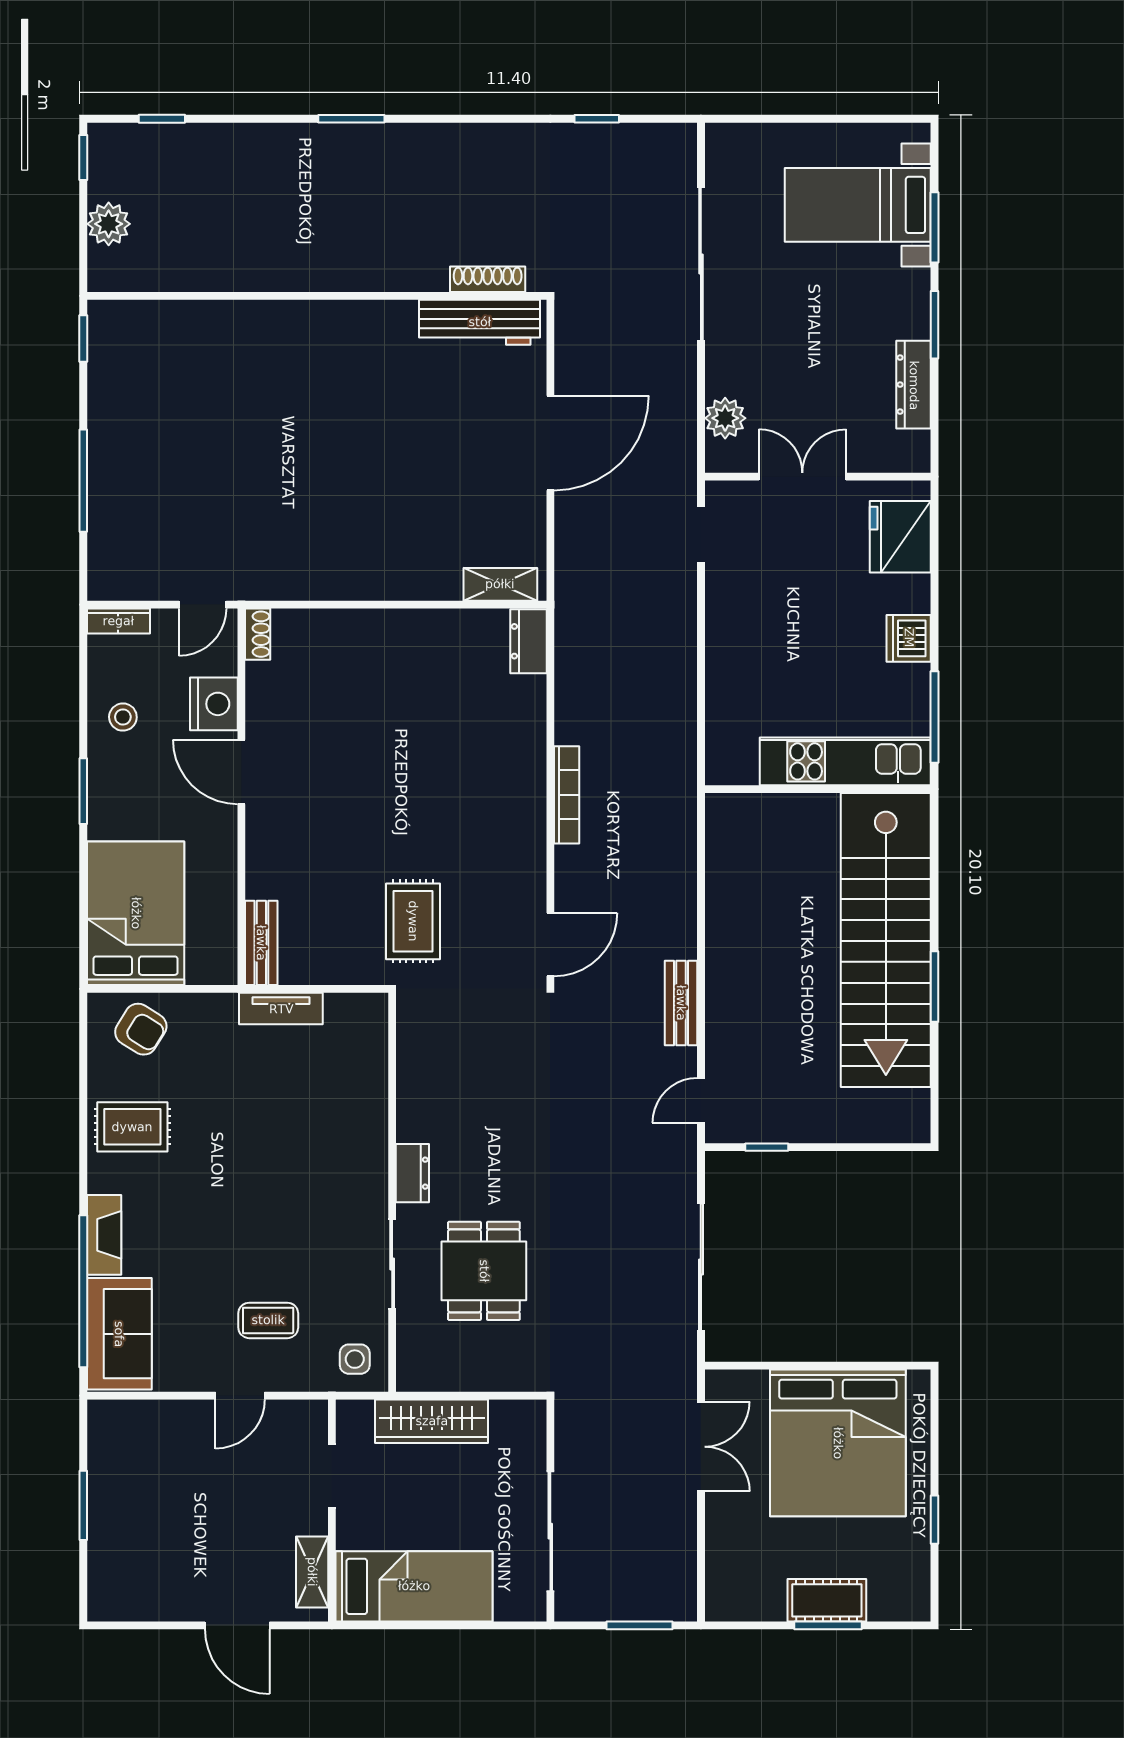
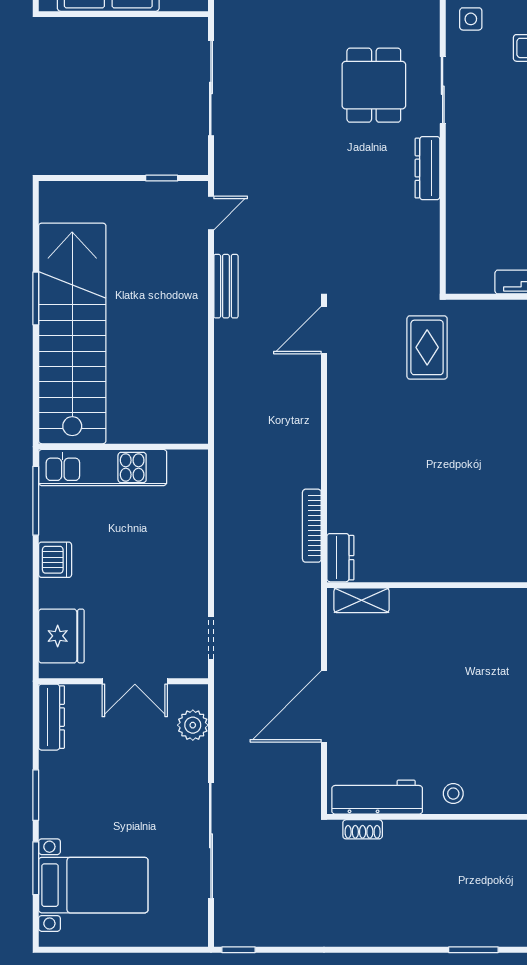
window: (597, 119) -> (239, 950), moved
shoe rack: (488, 279) -> (363, 829), width x0.70
stool: (378, 327) -> (453, 794), added
dresser: (914, 385) -> (51, 717), moved
bookcase: (567, 795) -> (312, 526), moved
dresser: (412, 1173) -> (428, 168), width x1.44

